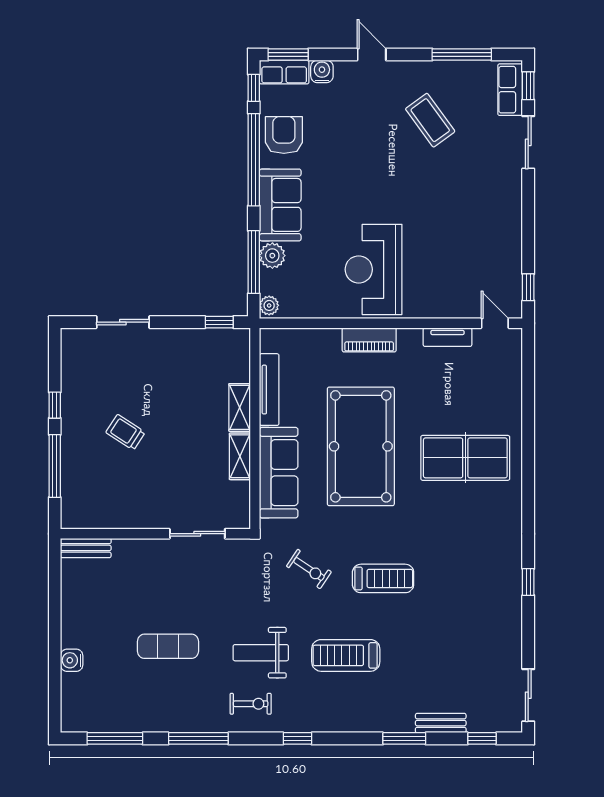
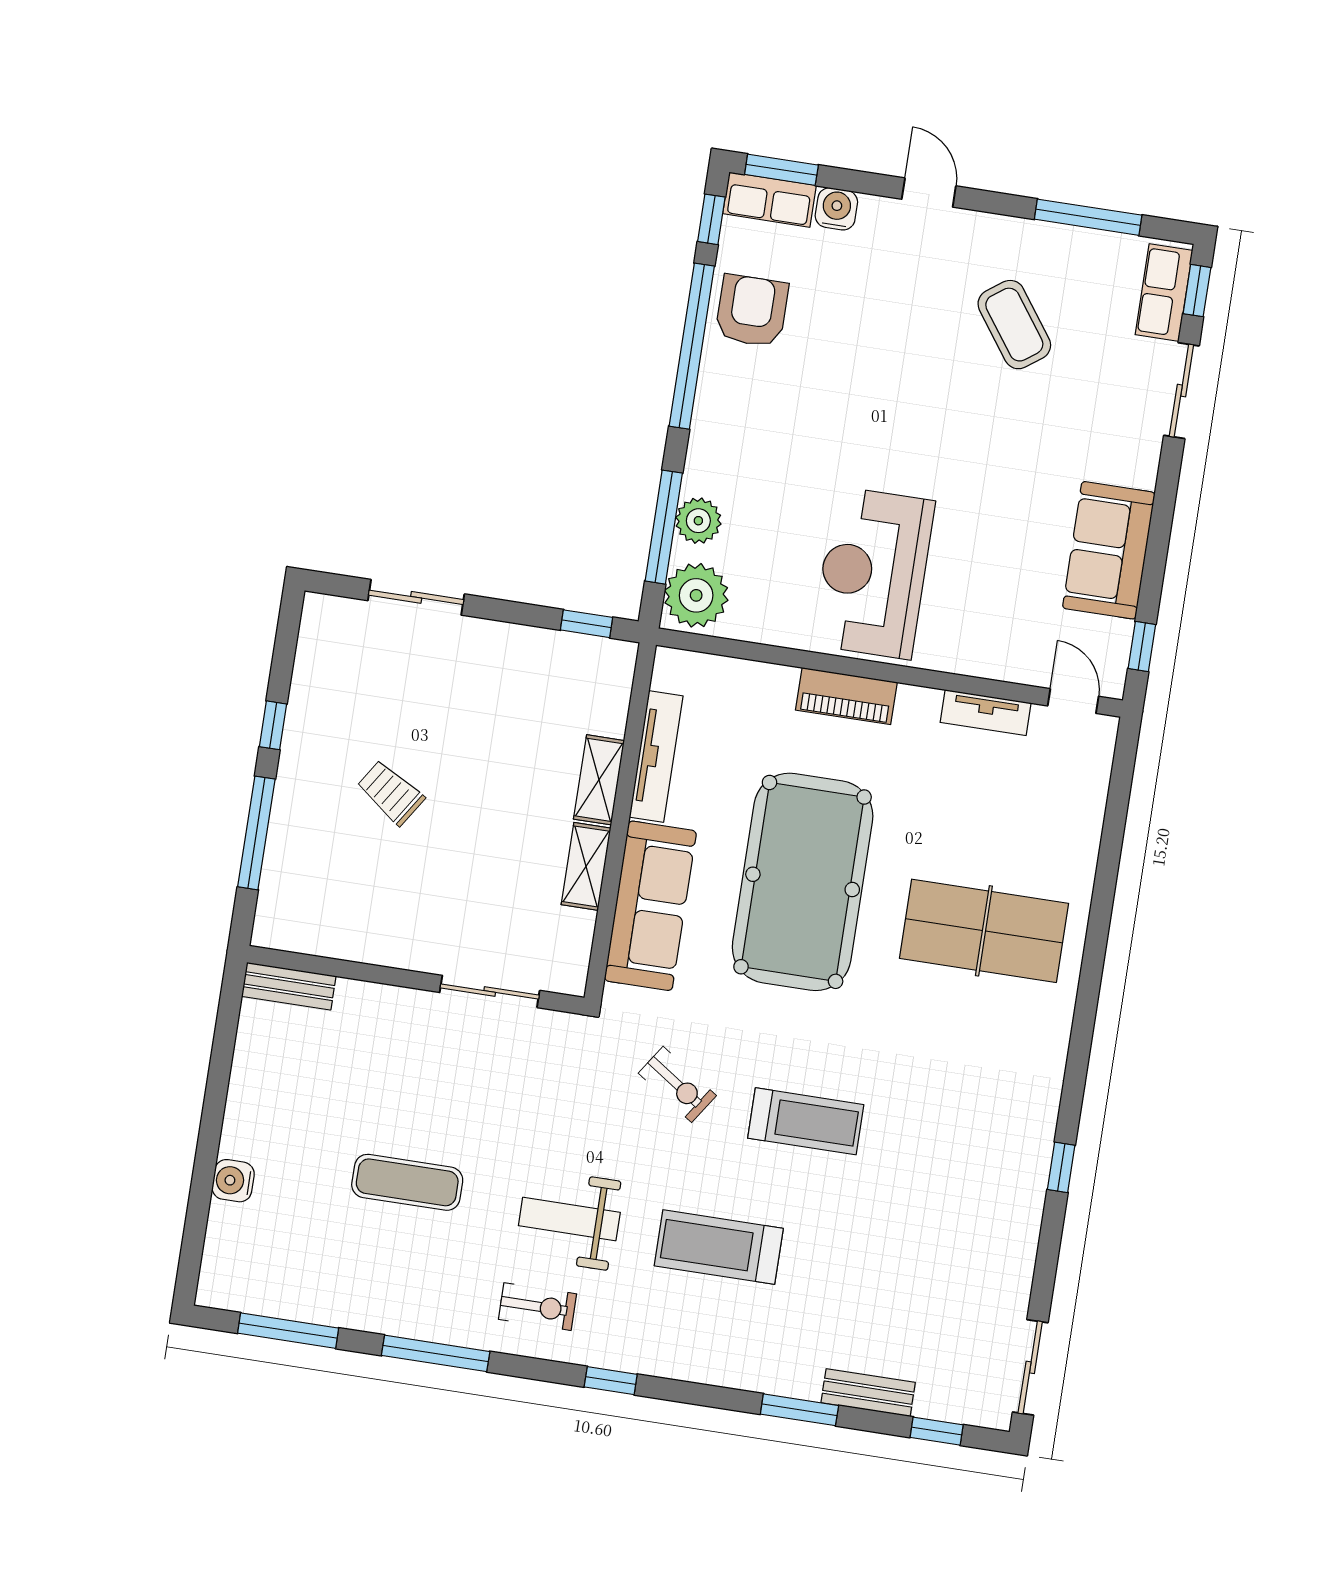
sofa: (280, 205) -> (1109, 550), moved, turned 180
plant: (269, 305) -> (696, 595), width x1.88, depth x1.88

